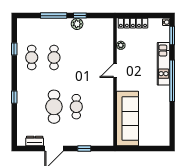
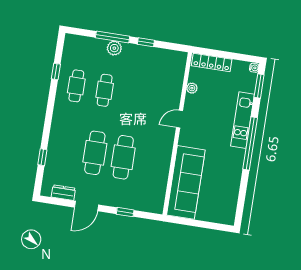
plant: (77, 24) -> (114, 48), moved
window: (14, 97) -> (42, 157), moved
cafe table: (76, 107) -> (123, 157), width x1.37, depth x1.35

